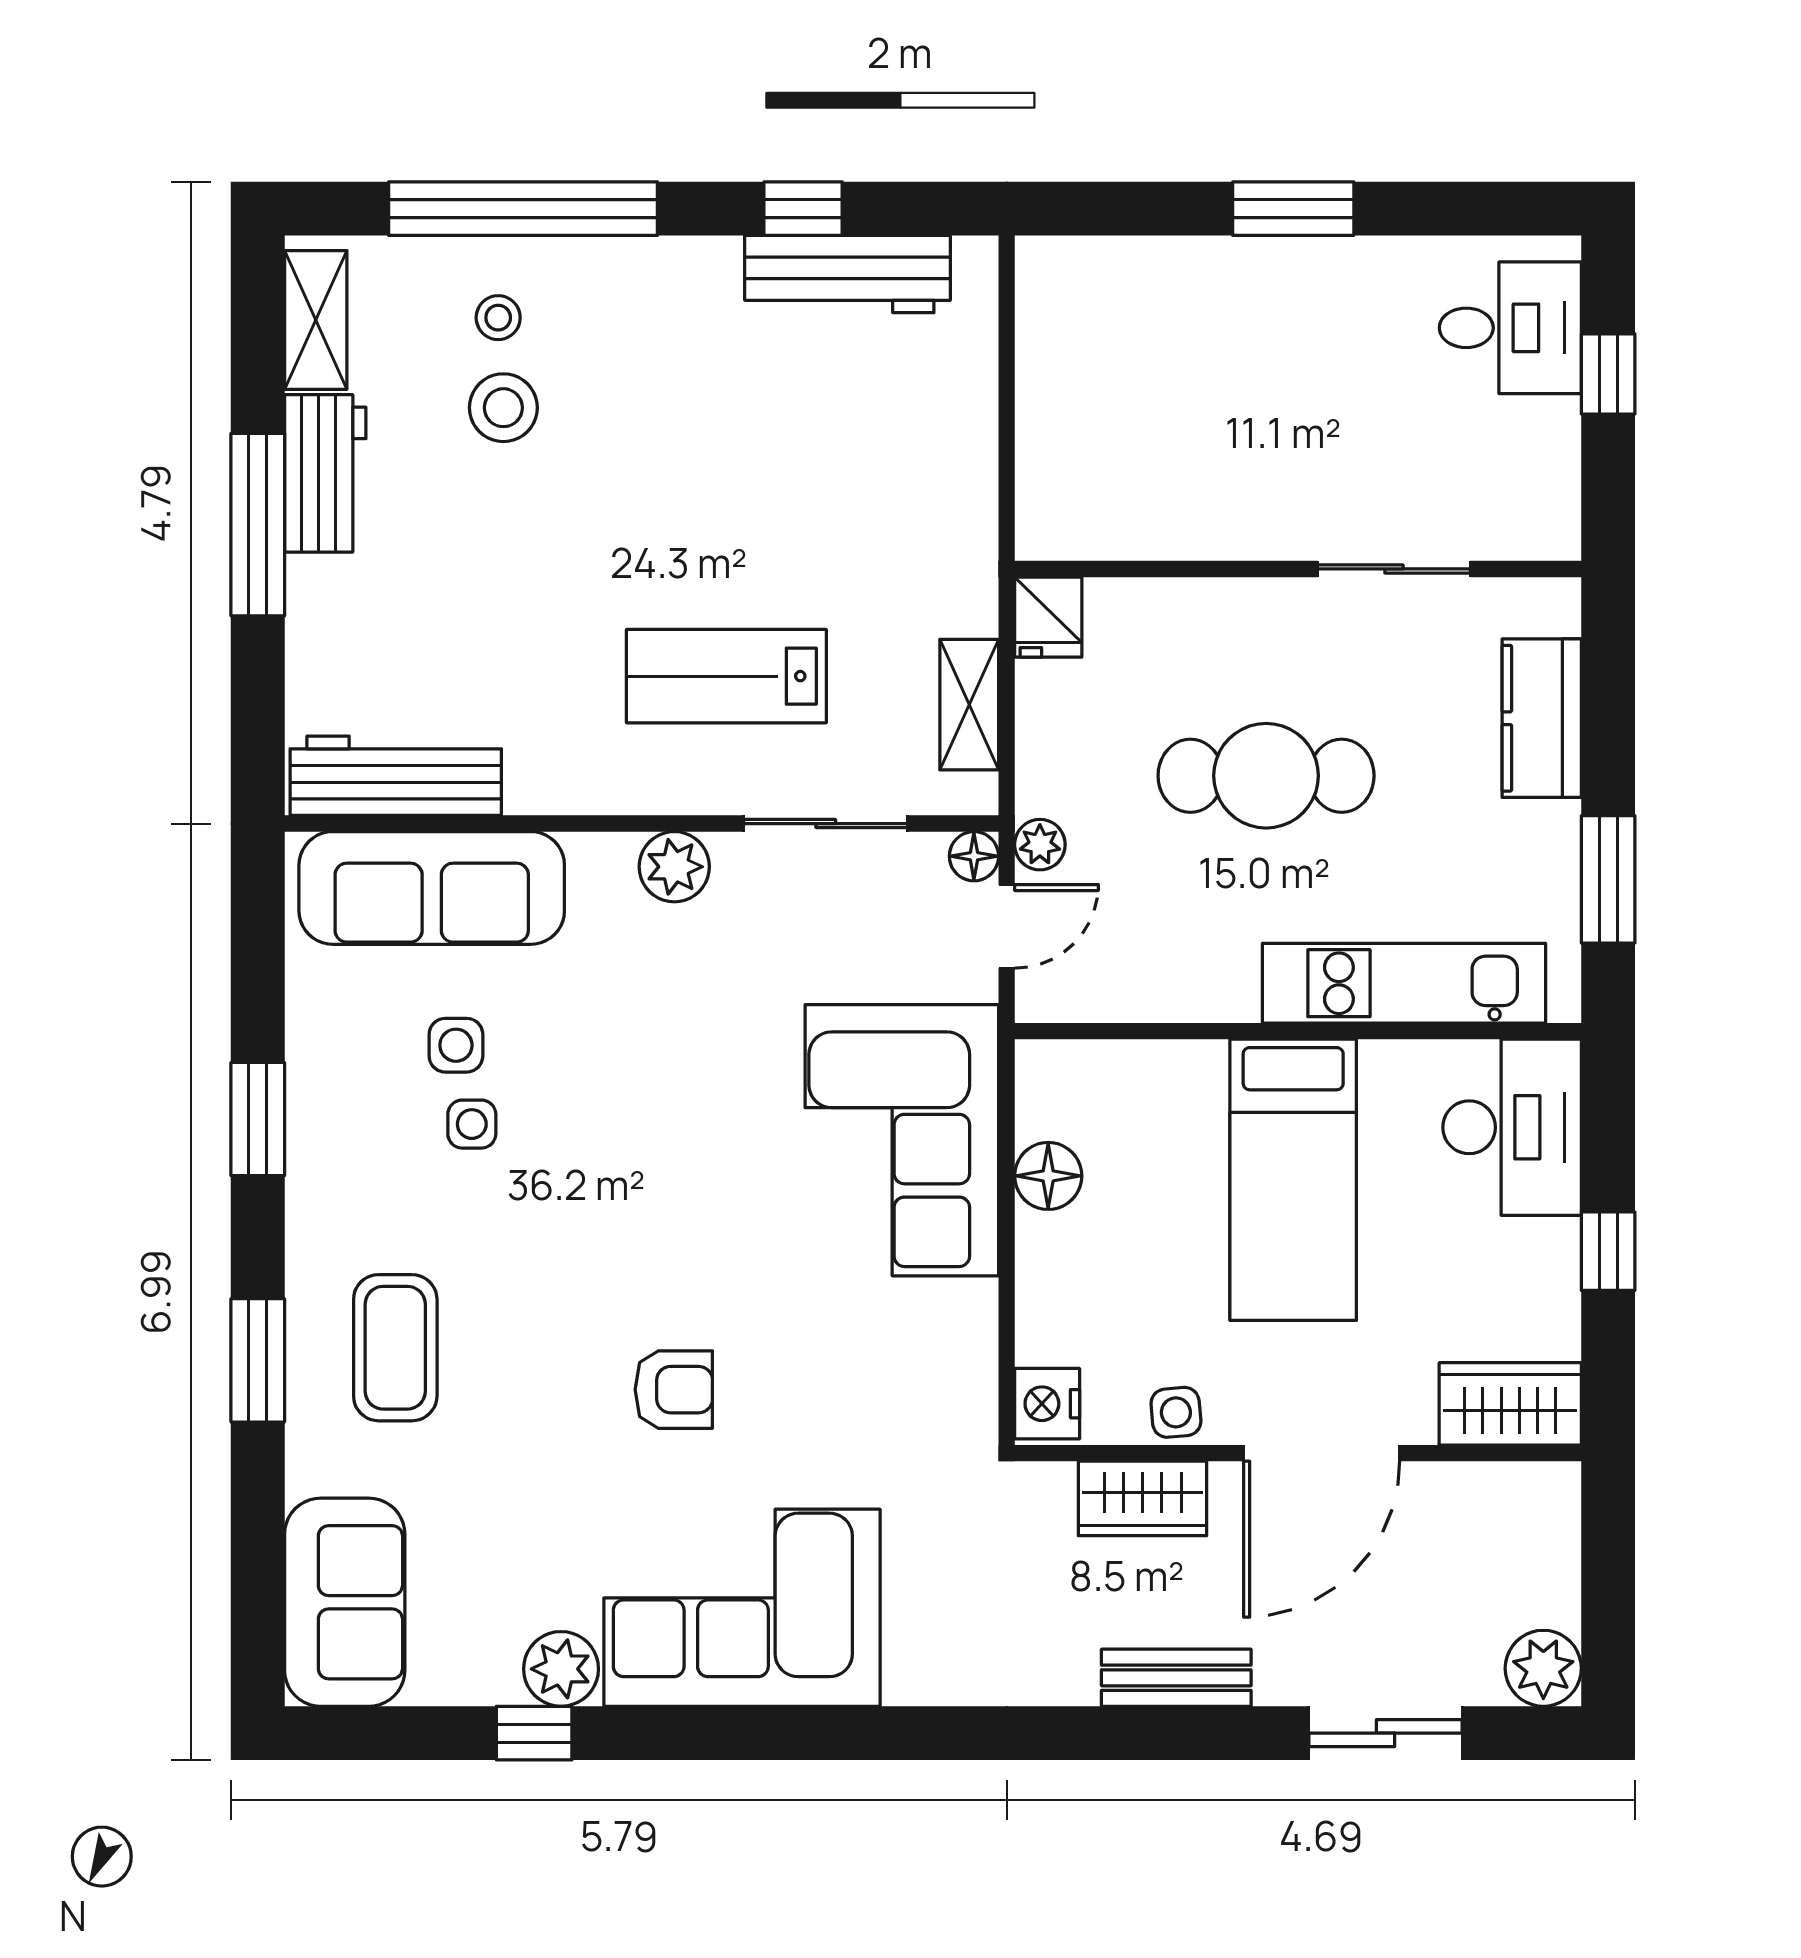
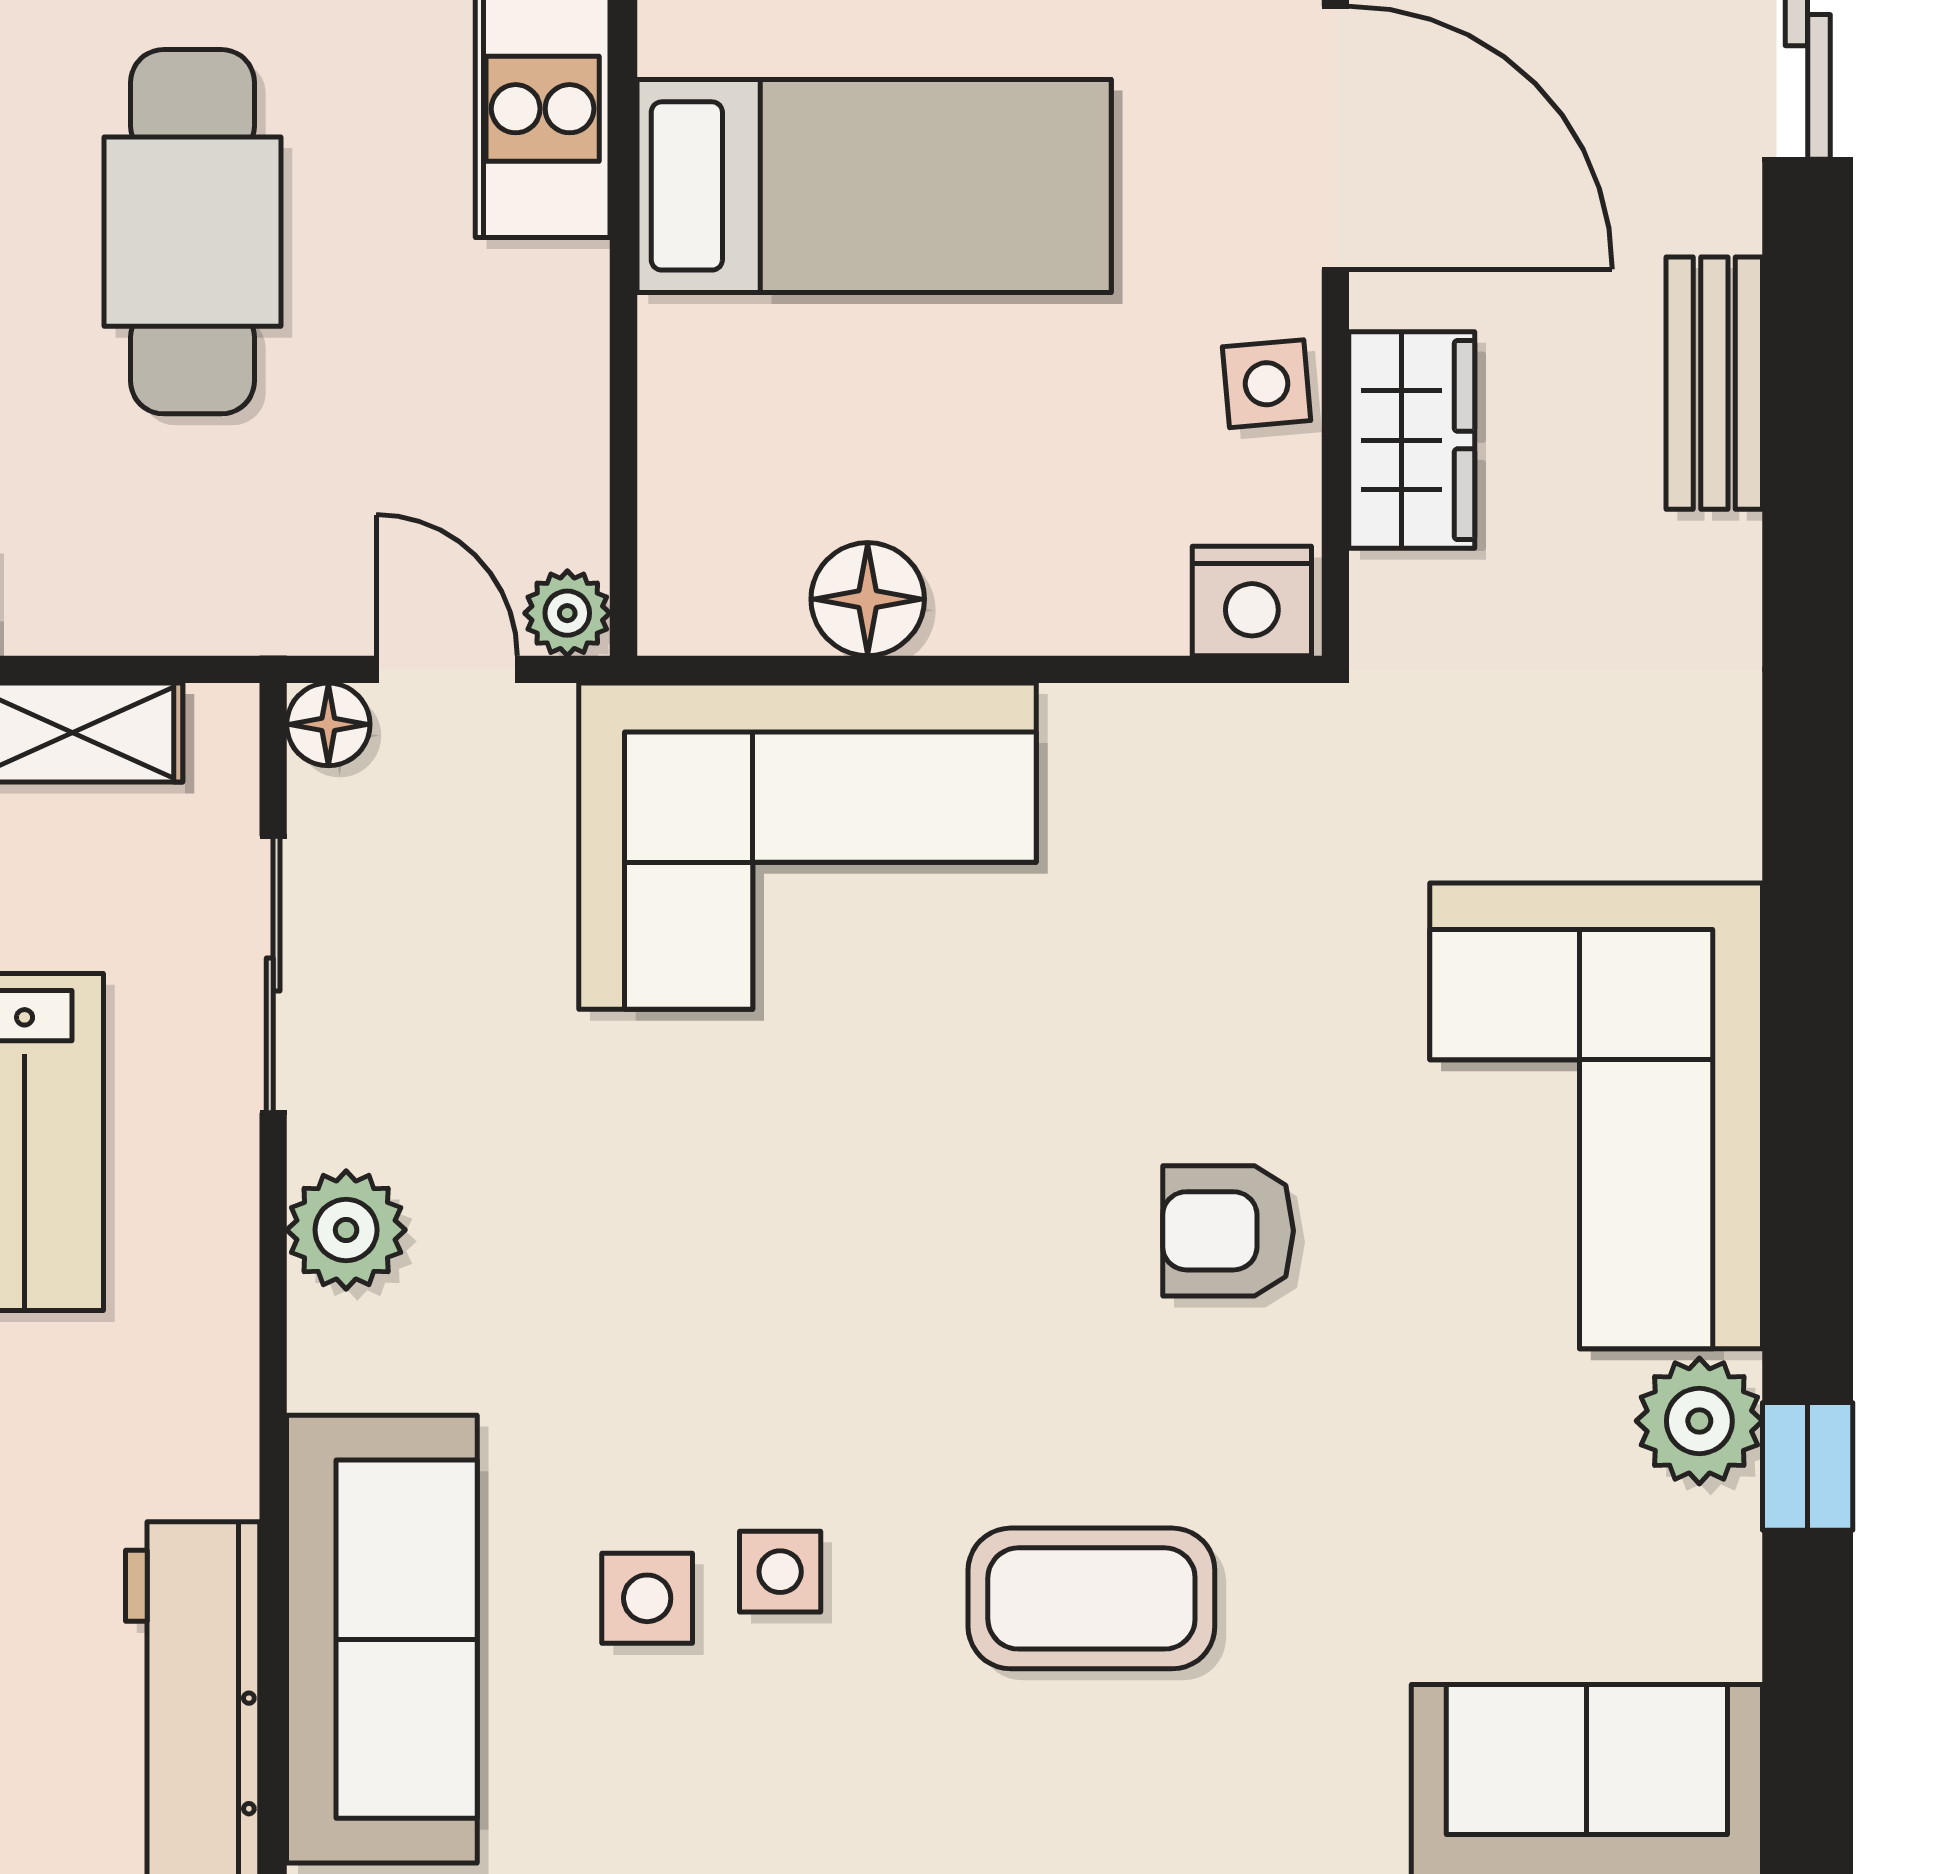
plant: (1040, 845) -> (567, 613), moved
coffee table: (395, 1348) -> (1091, 1598), moved
armchair: (674, 1390) -> (1228, 1231), turned -90

